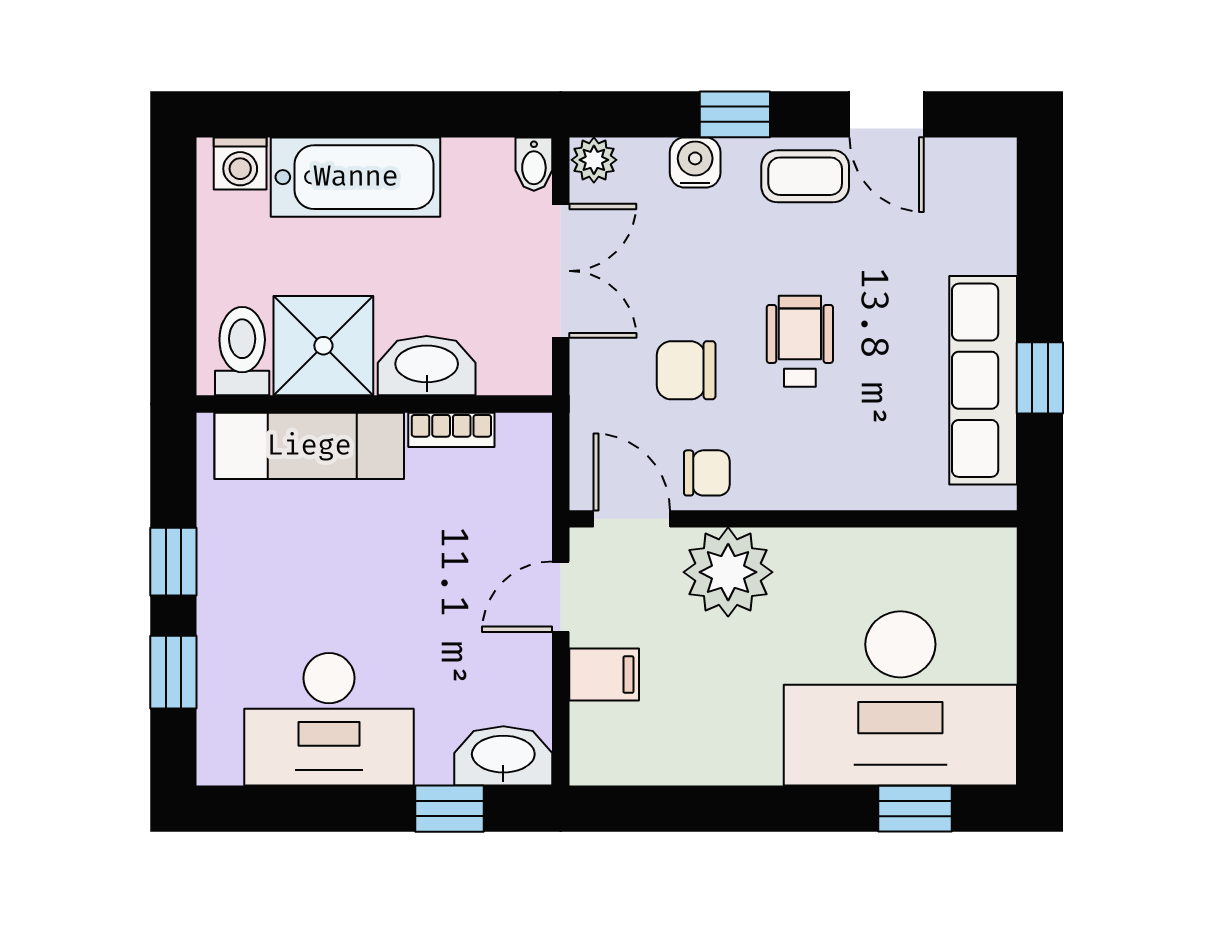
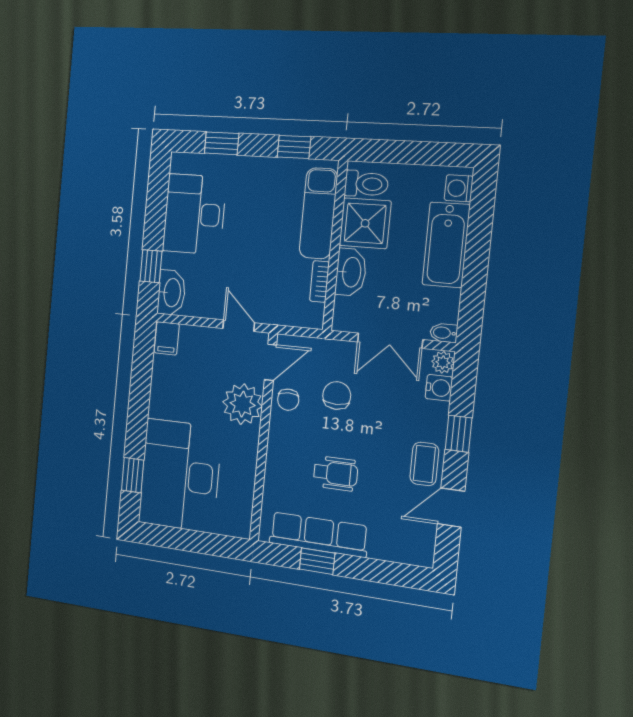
water cooler: (695, 162) -> (439, 388), moved
wheelchair: (800, 341) -> (336, 473), moved
window: (173, 562) -> (294, 147), moved
filing cabinet: (604, 675) -> (167, 338), moved

